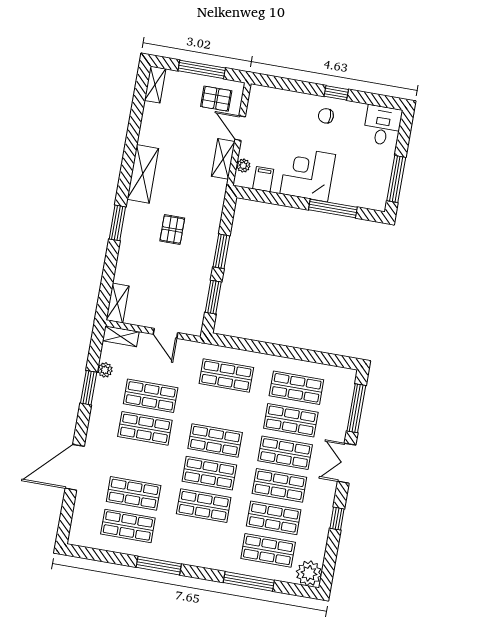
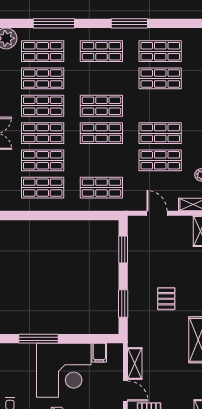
plant: (243, 166) -> (117, 361), removed
corner desk: (308, 174) -> (64, 370), width x1.36, depth x1.36
window: (221, 251) -> (123, 304), moved
shop shelf: (204, 506) -> (101, 51), moved

